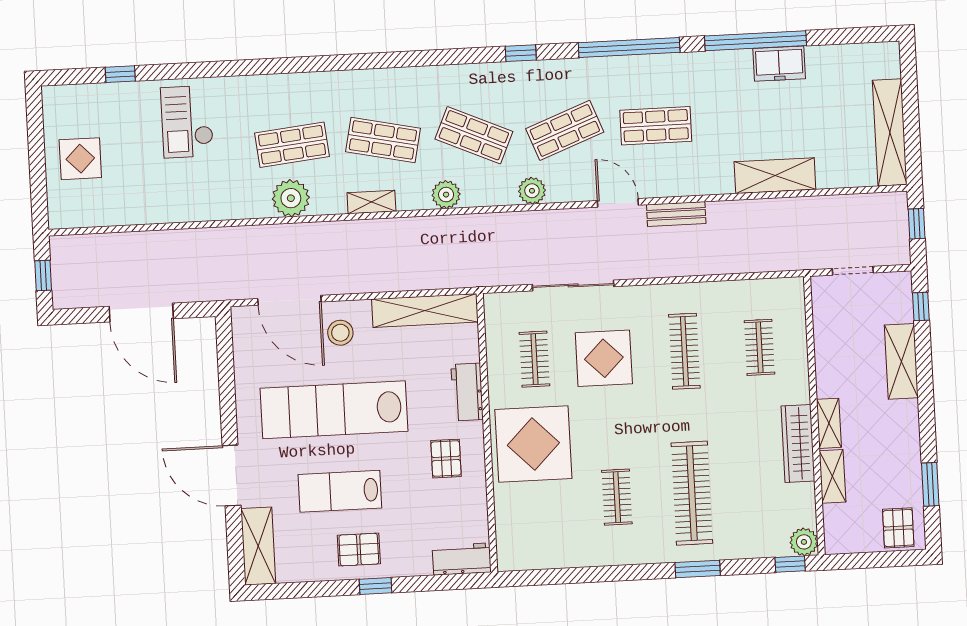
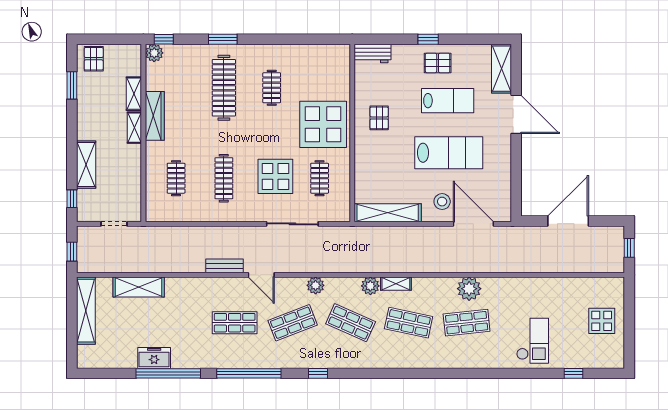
shelving: (775, 176) -> (139, 287), moved
shelving: (371, 202) -> (396, 284), moved
door: (141, 313) -> (568, 221), hinge flipped
workbench: (467, 392) -> (363, 160), removed
lab bench: (334, 410) -> (449, 153), width x0.73

